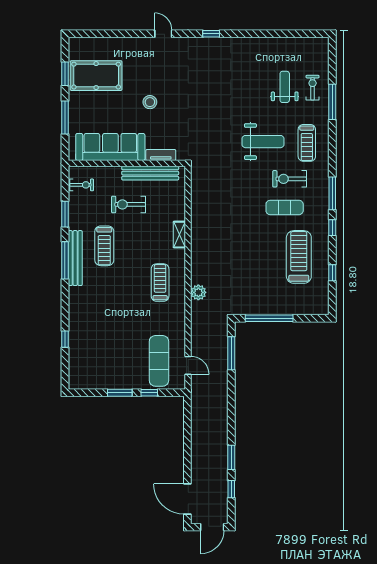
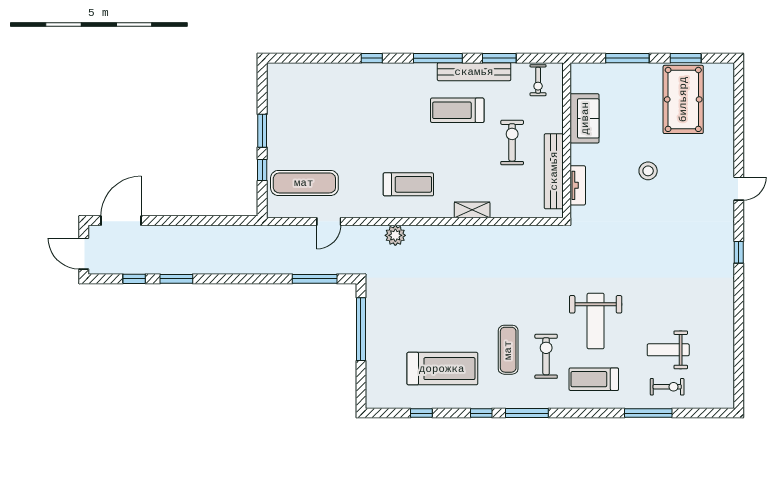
weight bench: (285, 87) -> (668, 350), turned 180
sofa: (110, 147) -> (585, 118), width x0.54, depth x0.79
bench: (75, 258) -> (474, 72), moved
window: (65, 339) -> (372, 58), moved
door: (188, 365) -> (329, 221), moved

